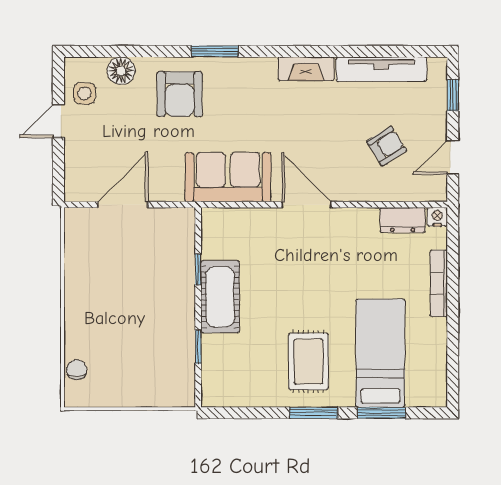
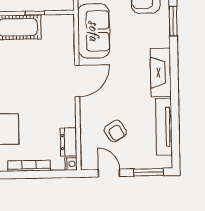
fireplace: (306, 69) -> (161, 72), width x1.37, depth x1.32
window: (453, 95) -> (148, 172), width x1.50

